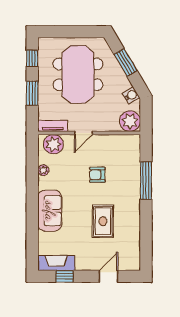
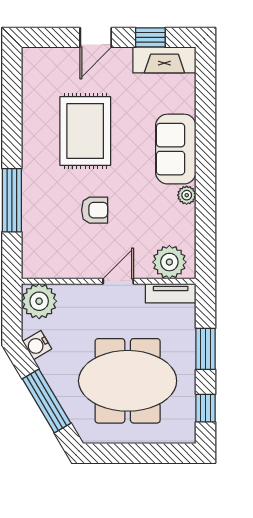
window: (126, 62) -> (47, 401), width x1.44
meeting table: (78, 74) -> (128, 381), turned 90
plant: (43, 170) -> (187, 195), moved
rug: (103, 221) -> (85, 131), width x1.36, depth x1.43
door: (109, 276) -> (96, 37), moved

